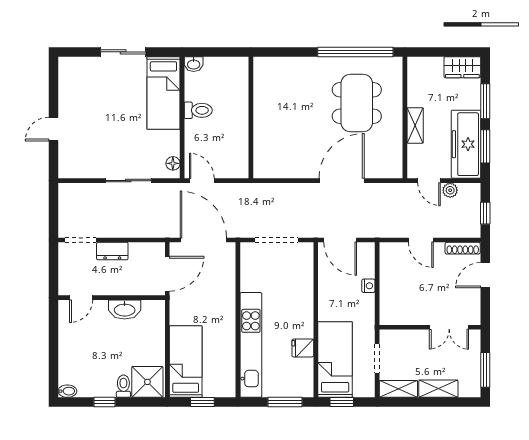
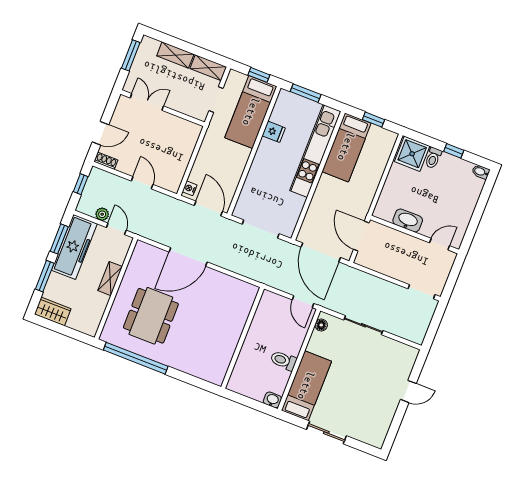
shoe rack: (463, 248) -> (106, 161), width x0.70
dresser: (112, 251) -> (399, 272), removed
door: (167, 274) -> (361, 236), hinge flipped
nightstand: (368, 286) -> (190, 188), moved
bed: (186, 362) -> (346, 147), moved

